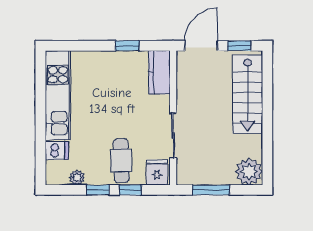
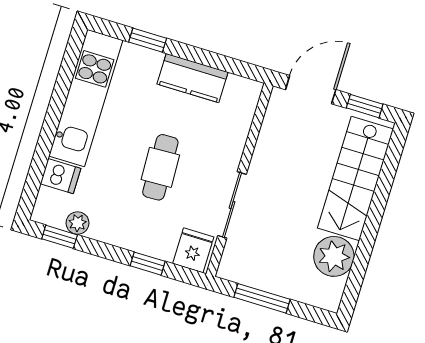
window: (127, 46) -> (148, 40), moved
kitchen counter: (159, 72) -> (193, 78), moved, turned -90
cafe table: (121, 161) -> (160, 167), moved
plant: (249, 172) -> (334, 256), moved
window: (98, 190) -> (60, 237), moved

